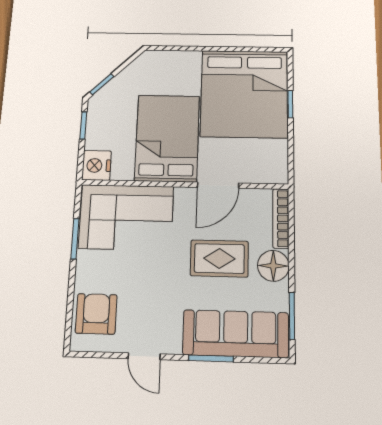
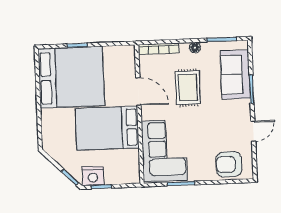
nightstand: (97, 165) -> (93, 176), moved
floor lamp: (273, 266) -> (195, 48), width x0.53, depth x0.53
sofa: (236, 334) -> (235, 75), width x0.73

